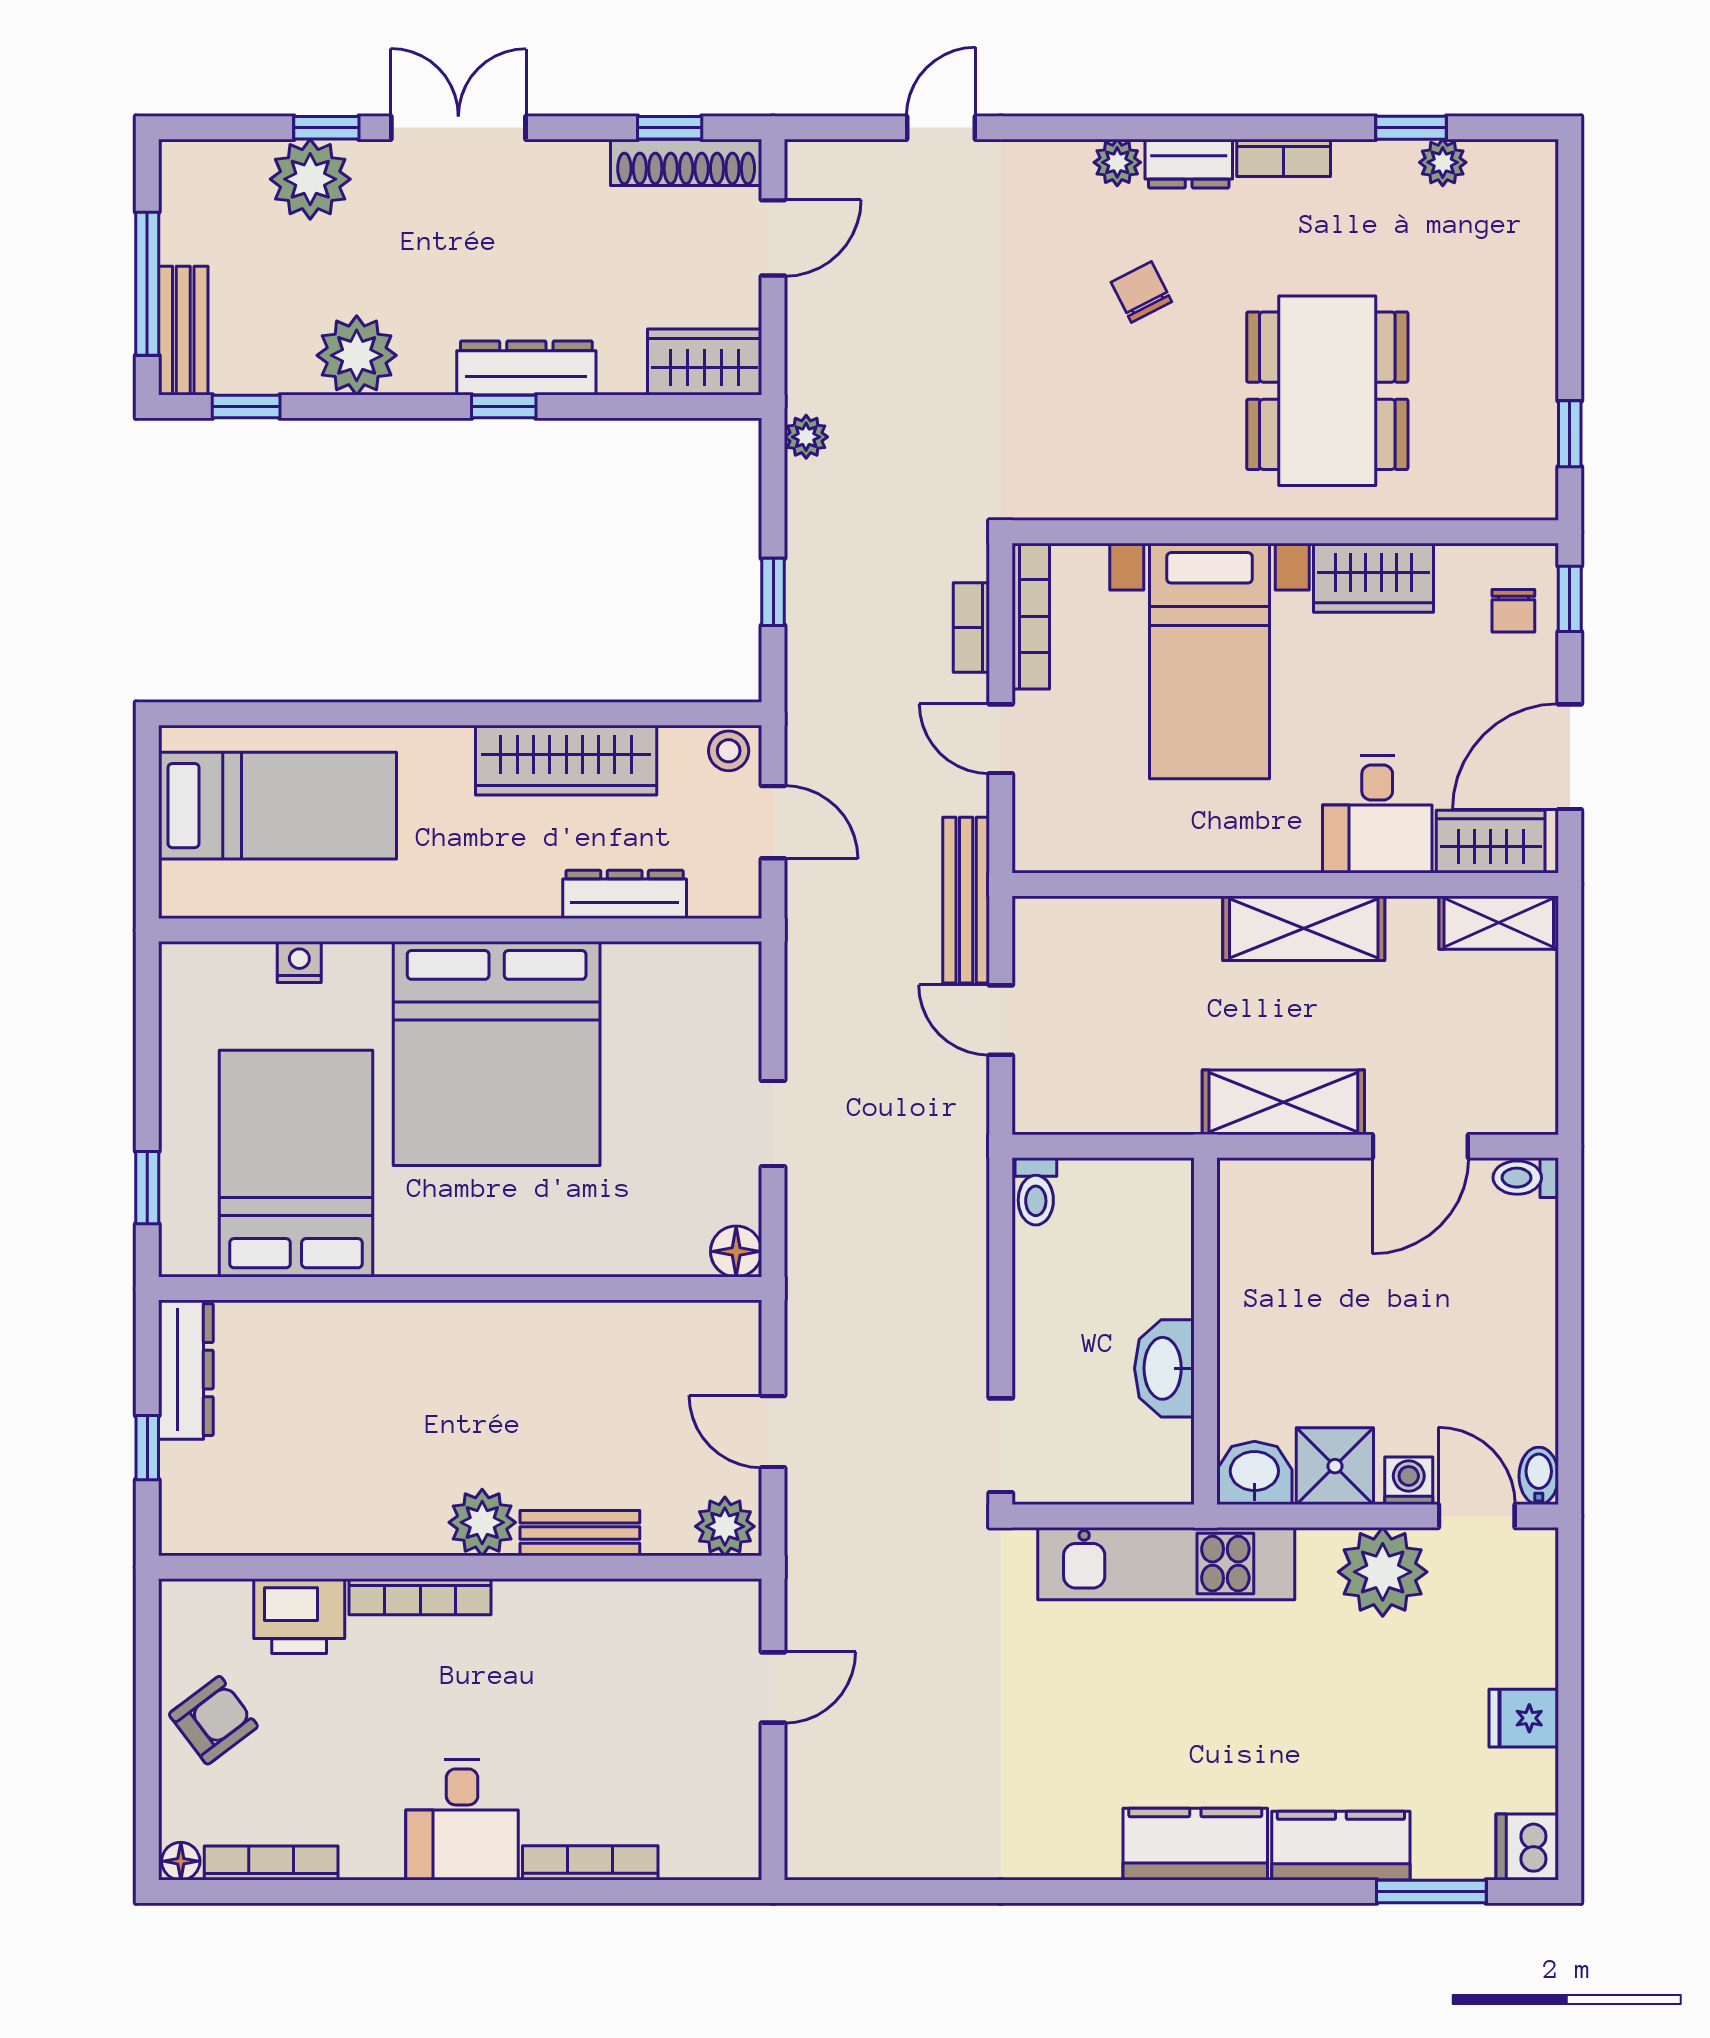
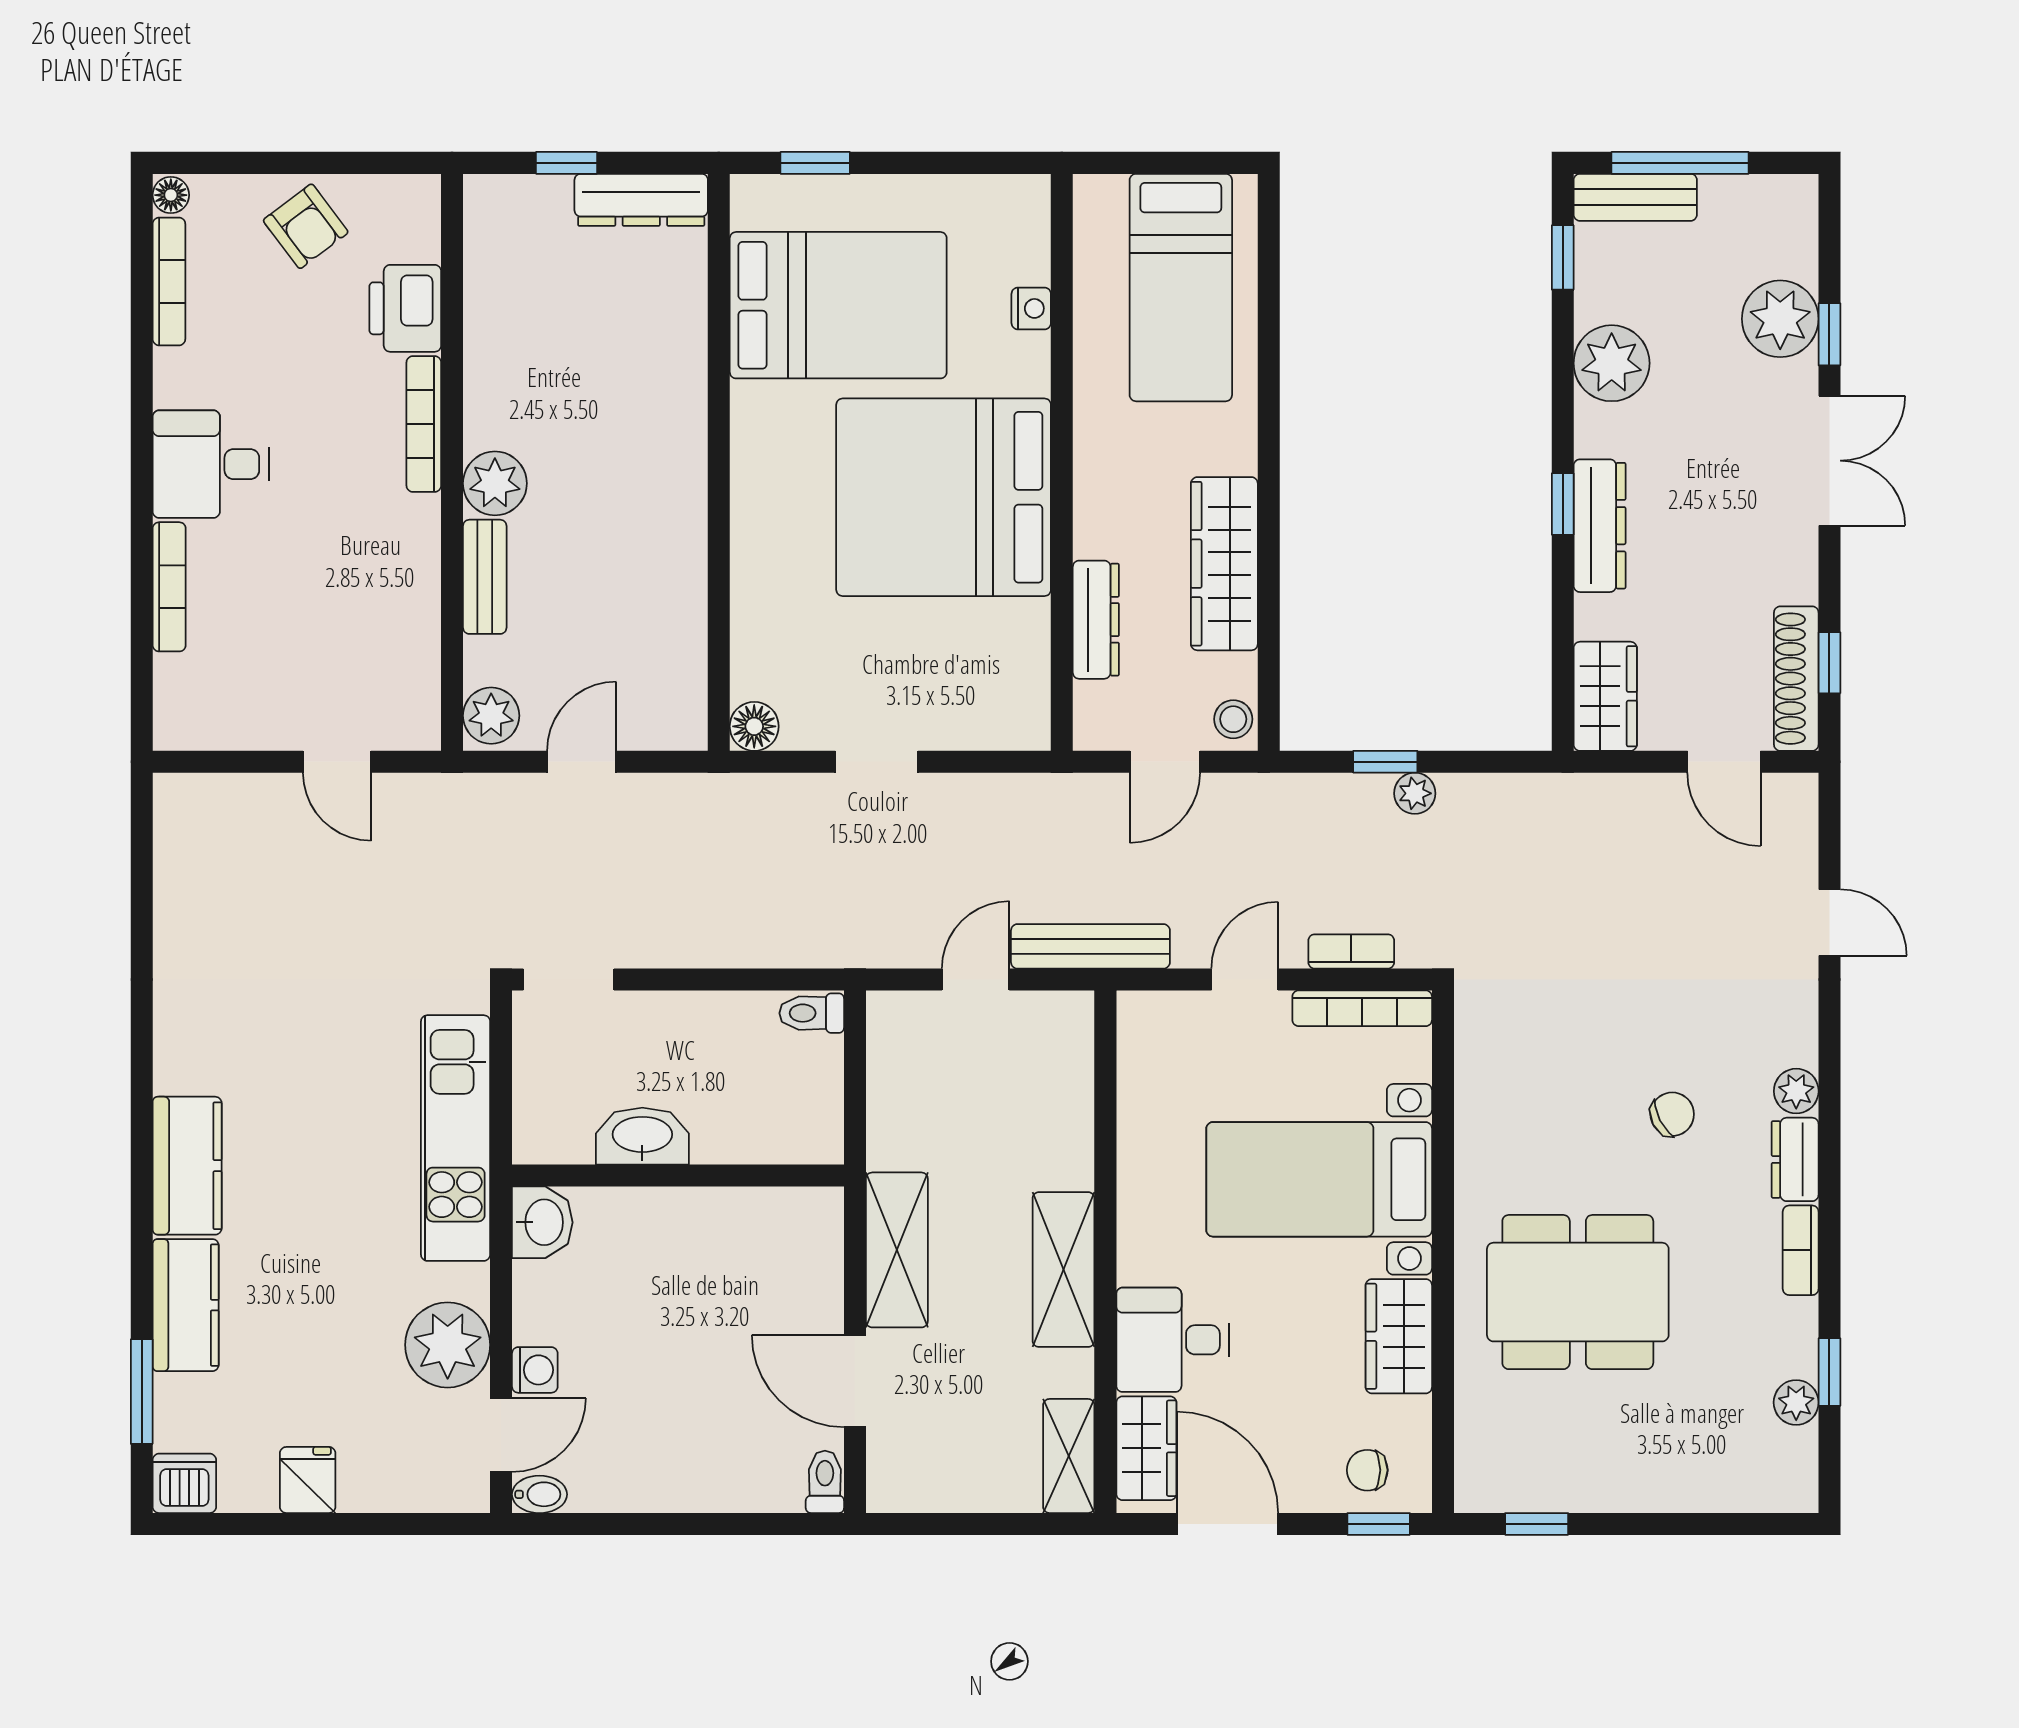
plant: (806, 437) -> (1415, 793), moved
shower: (1335, 1466) -> (549, 1299), removed

